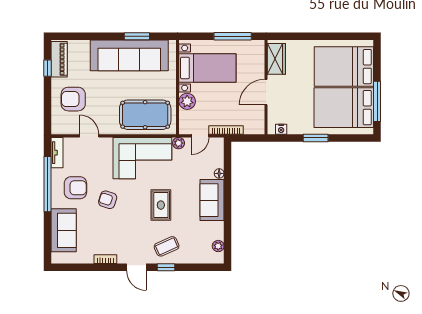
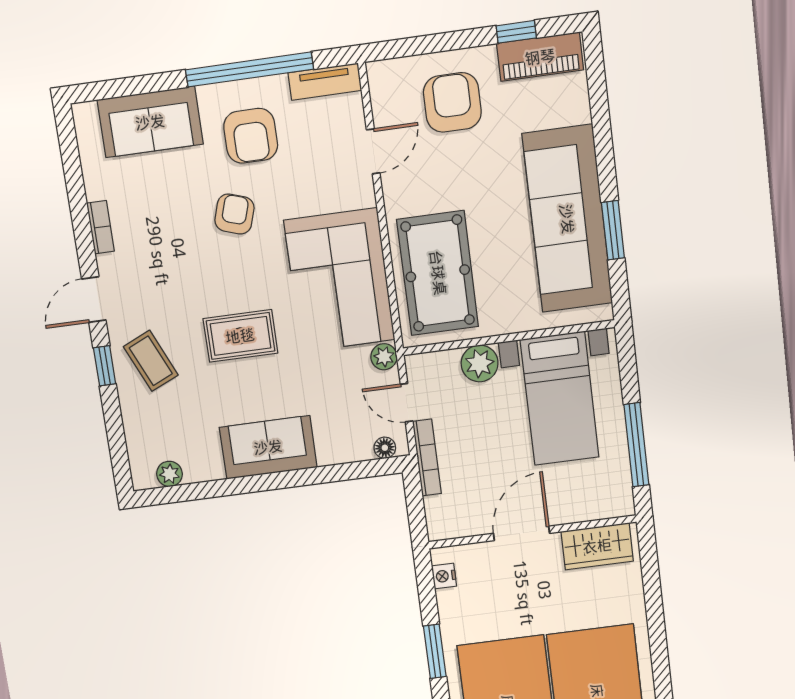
door: (266, 92) -> (521, 533), hinge flipped
floor lamp: (219, 173) -> (385, 448), moved

